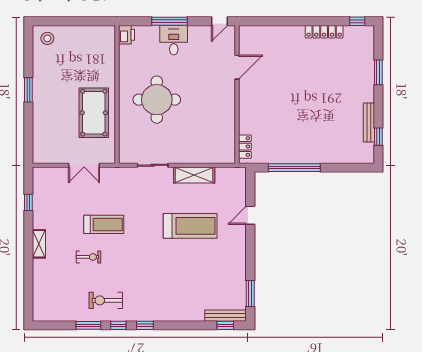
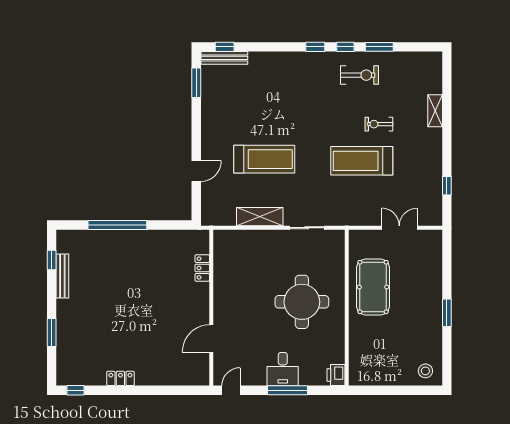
locker: (324, 32) -> (120, 378), width x0.66
locker: (245, 147) -> (202, 268), moved
double door: (84, 165) -> (399, 228), moved
window: (294, 168) -> (117, 225), moved
treadmill: (104, 224) -> (362, 161), width x1.37, depth x1.38
treadmill: (190, 226) -> (264, 159), turned 180
shelving: (39, 244) -> (435, 111), moved

